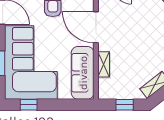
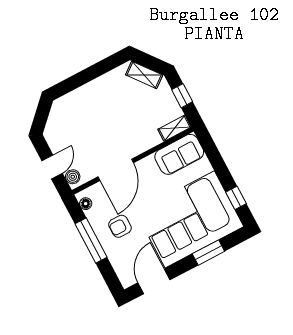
shelving: (104, 64) -> (175, 128), moved
sofa: (83, 73) -> (179, 154), width x0.73

